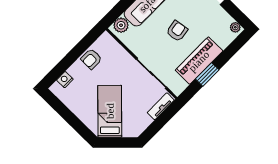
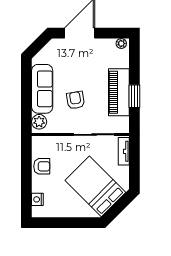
armchair: (177, 31) -> (75, 100), moved
armchair: (91, 59) -> (42, 166), turned -90
bed: (110, 111) -> (95, 186), width x1.50

